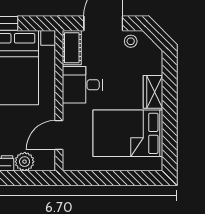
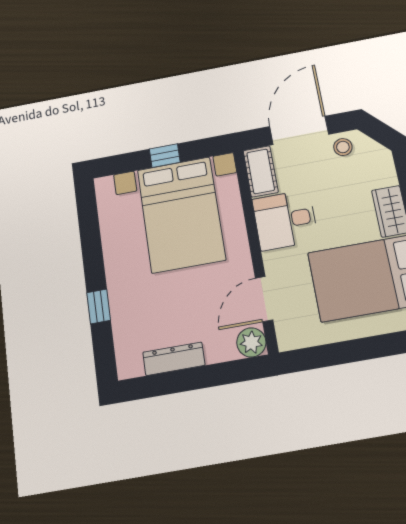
plant: (25, 162) -> (251, 342), moved

